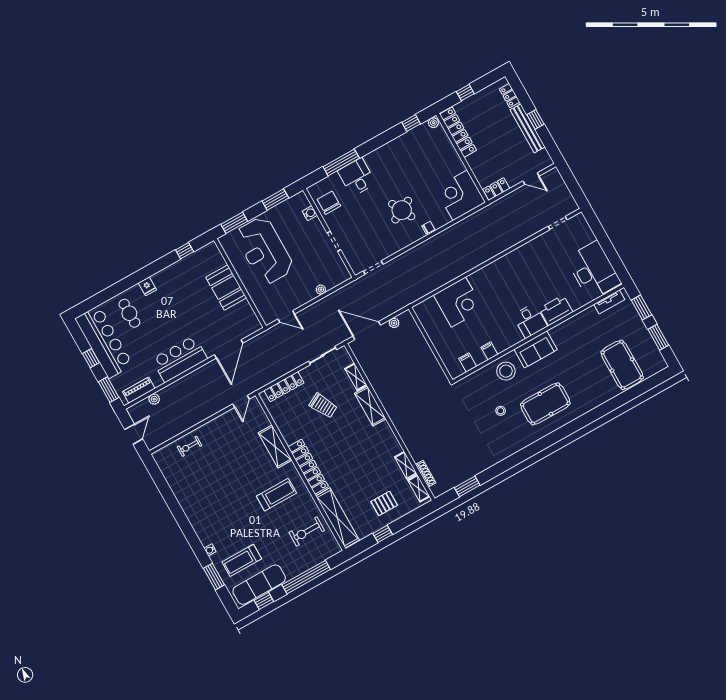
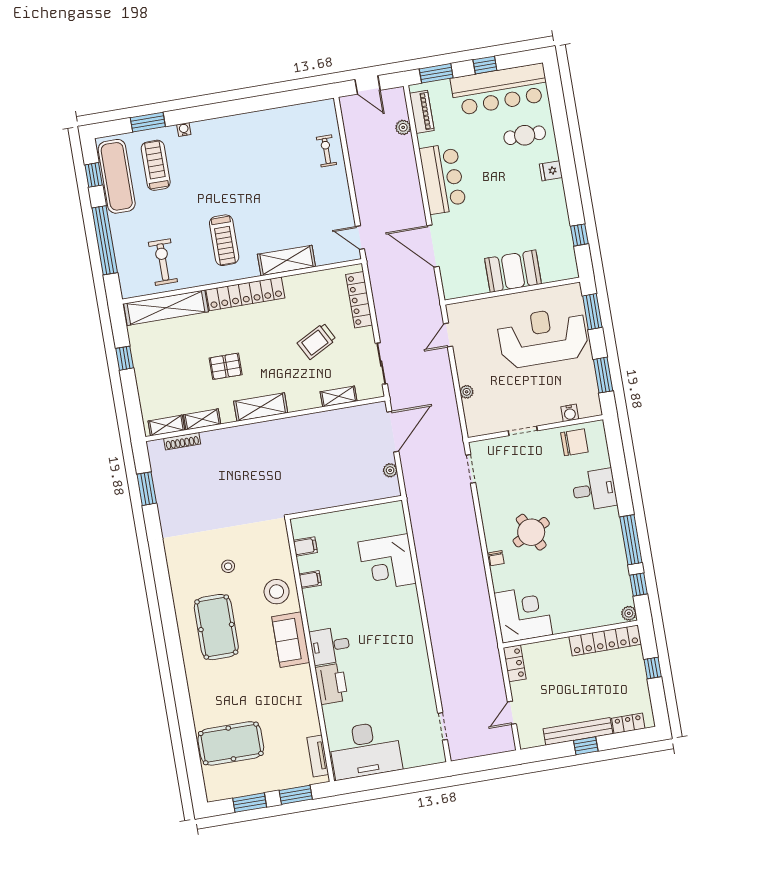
window: (341, 162) -> (631, 540), moved
shelving: (370, 406) -> (261, 407), moved
pallet: (384, 503) -> (226, 366), moved, turned 90

